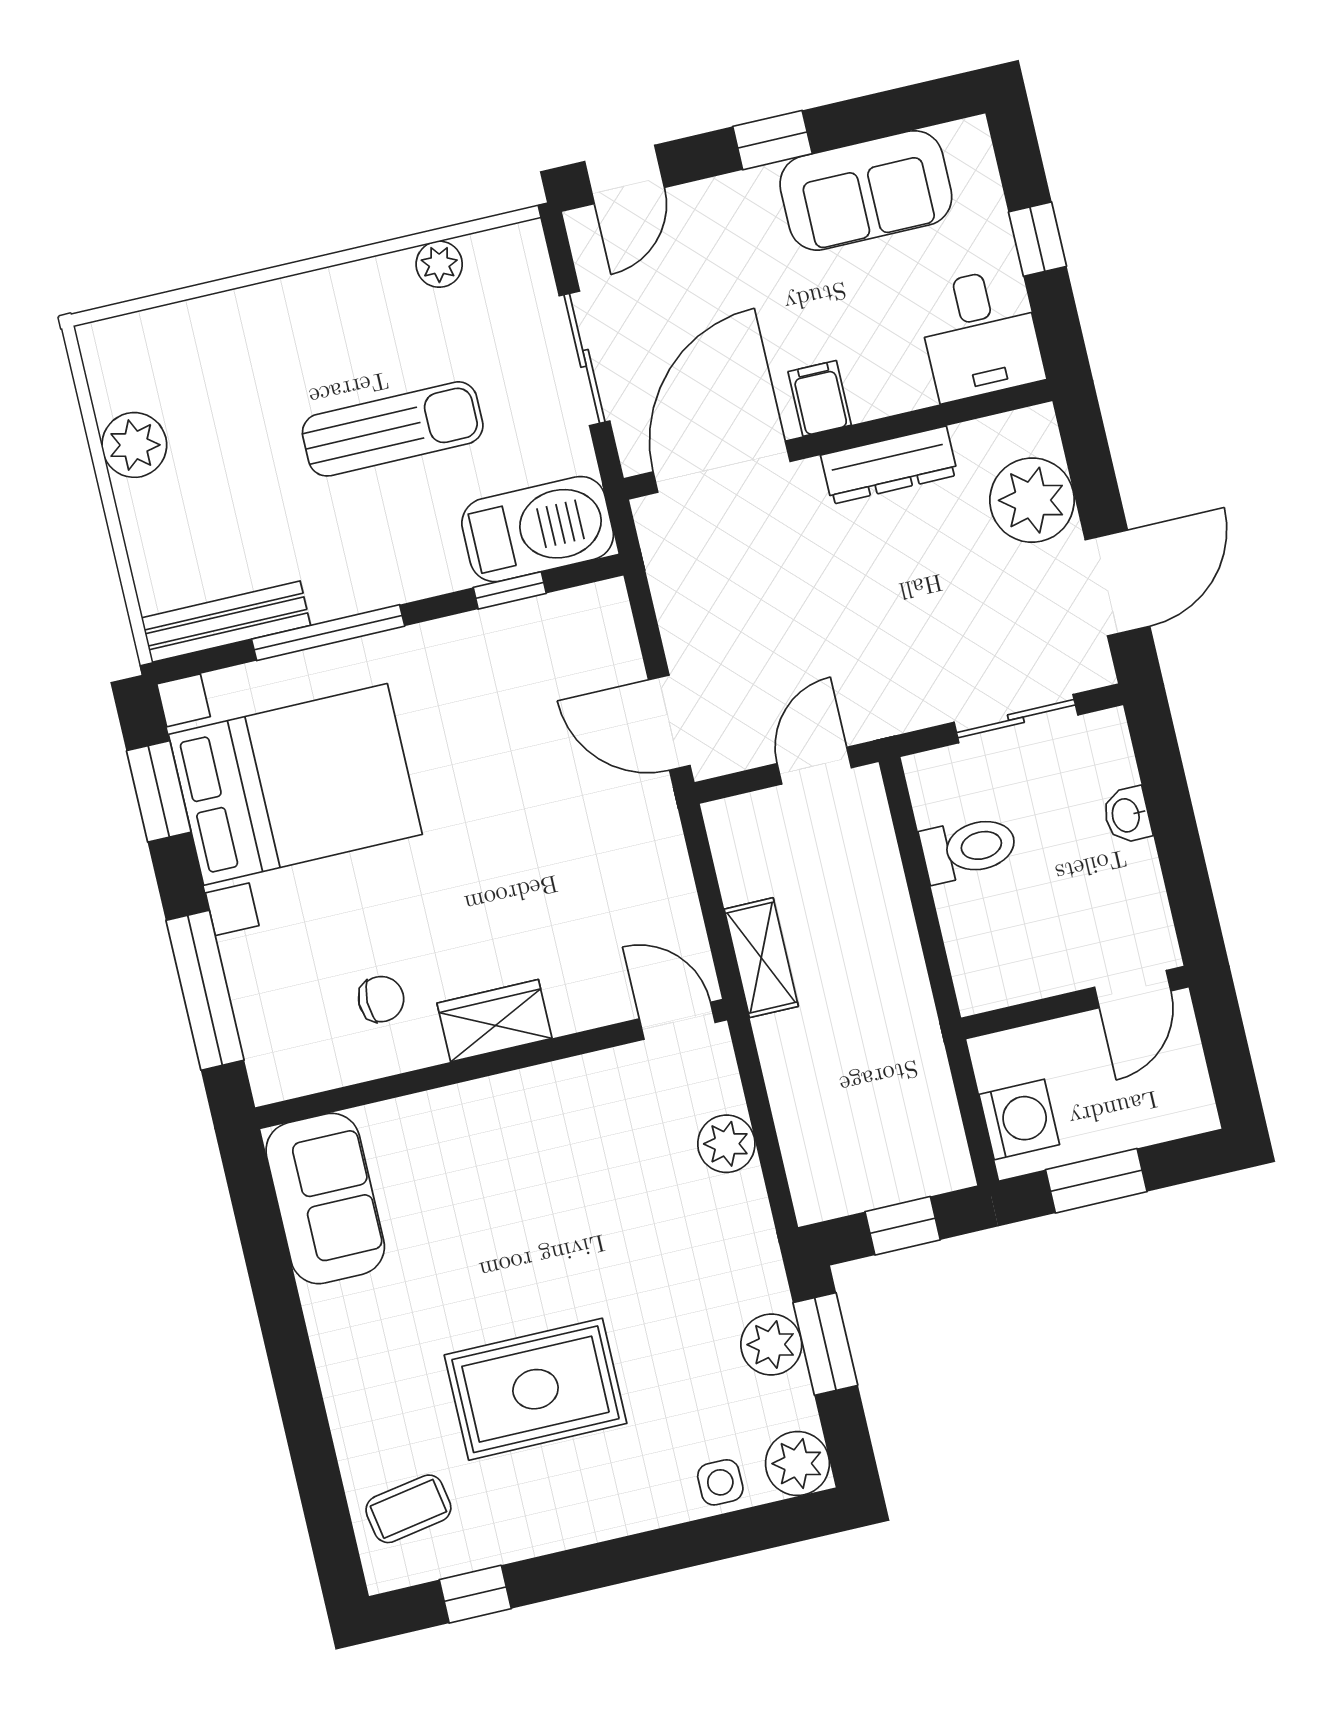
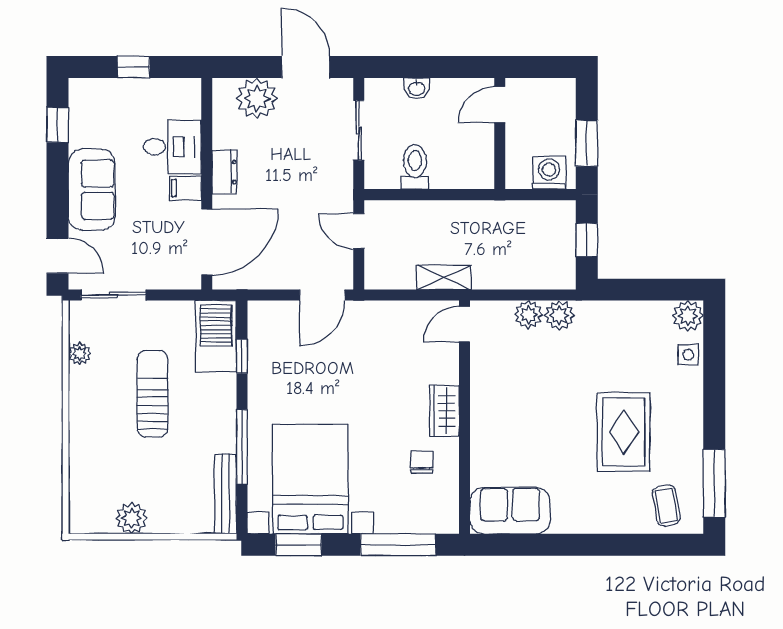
window: (772, 140) -> (57, 125), moved
sofa: (866, 190) -> (92, 190), moved
desk: (980, 334) -> (172, 147), moved
sliding door: (585, 358) -> (113, 295), moved
dresser: (889, 465) -> (224, 172), width x0.70
door: (722, 467) -> (207, 242), swing flipped
door: (1133, 989) -> (500, 105), swing flipped
window: (825, 1344) -> (634, 290), removed
plant: (771, 1345) -> (559, 315), moved
window: (475, 1594) -> (714, 483), width x2.17

